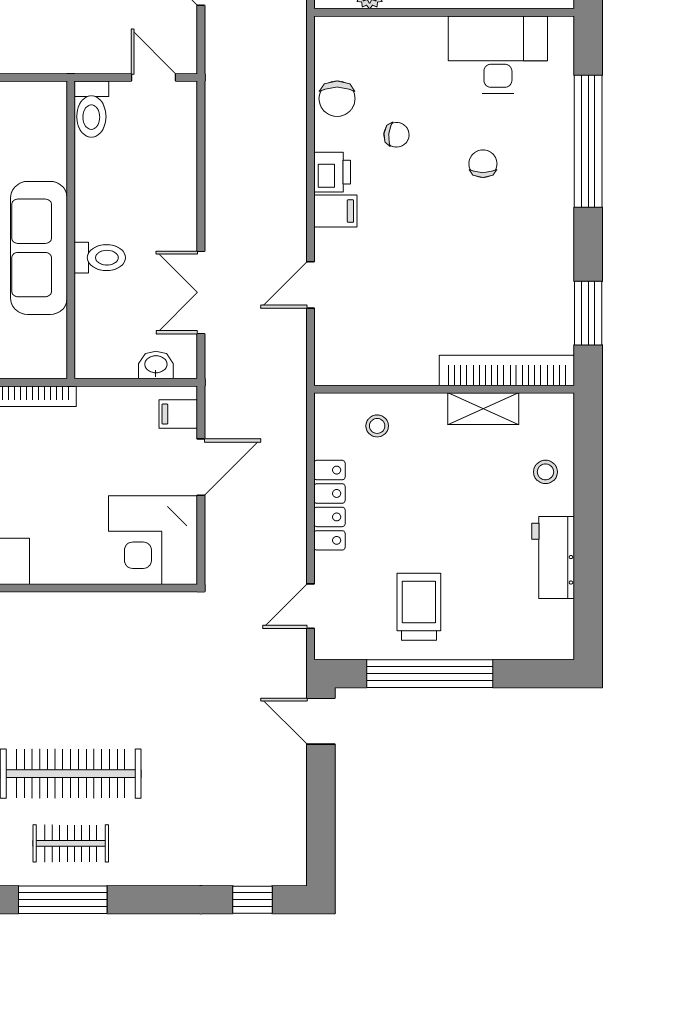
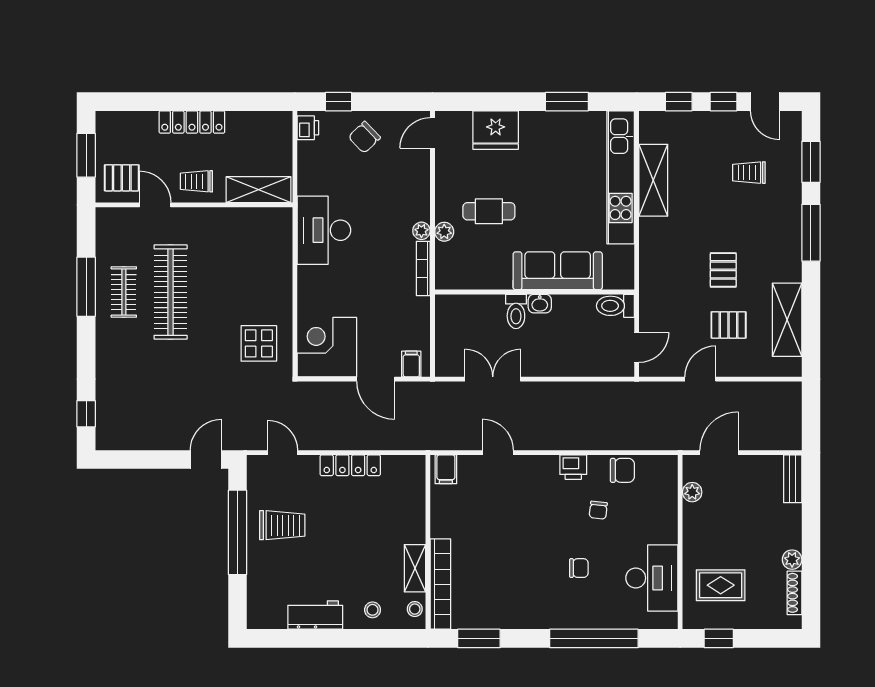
chair: (337, 99) -> (622, 470), turned 180
filing cabinet: (335, 211) -> (446, 469), moved
sofa: (39, 248) -> (558, 271), moved
washbasin: (156, 365) -> (540, 304), moved, turned 90
stool: (377, 426) -> (415, 609), moved
display table: (147, 642) -> (259, 343), added

